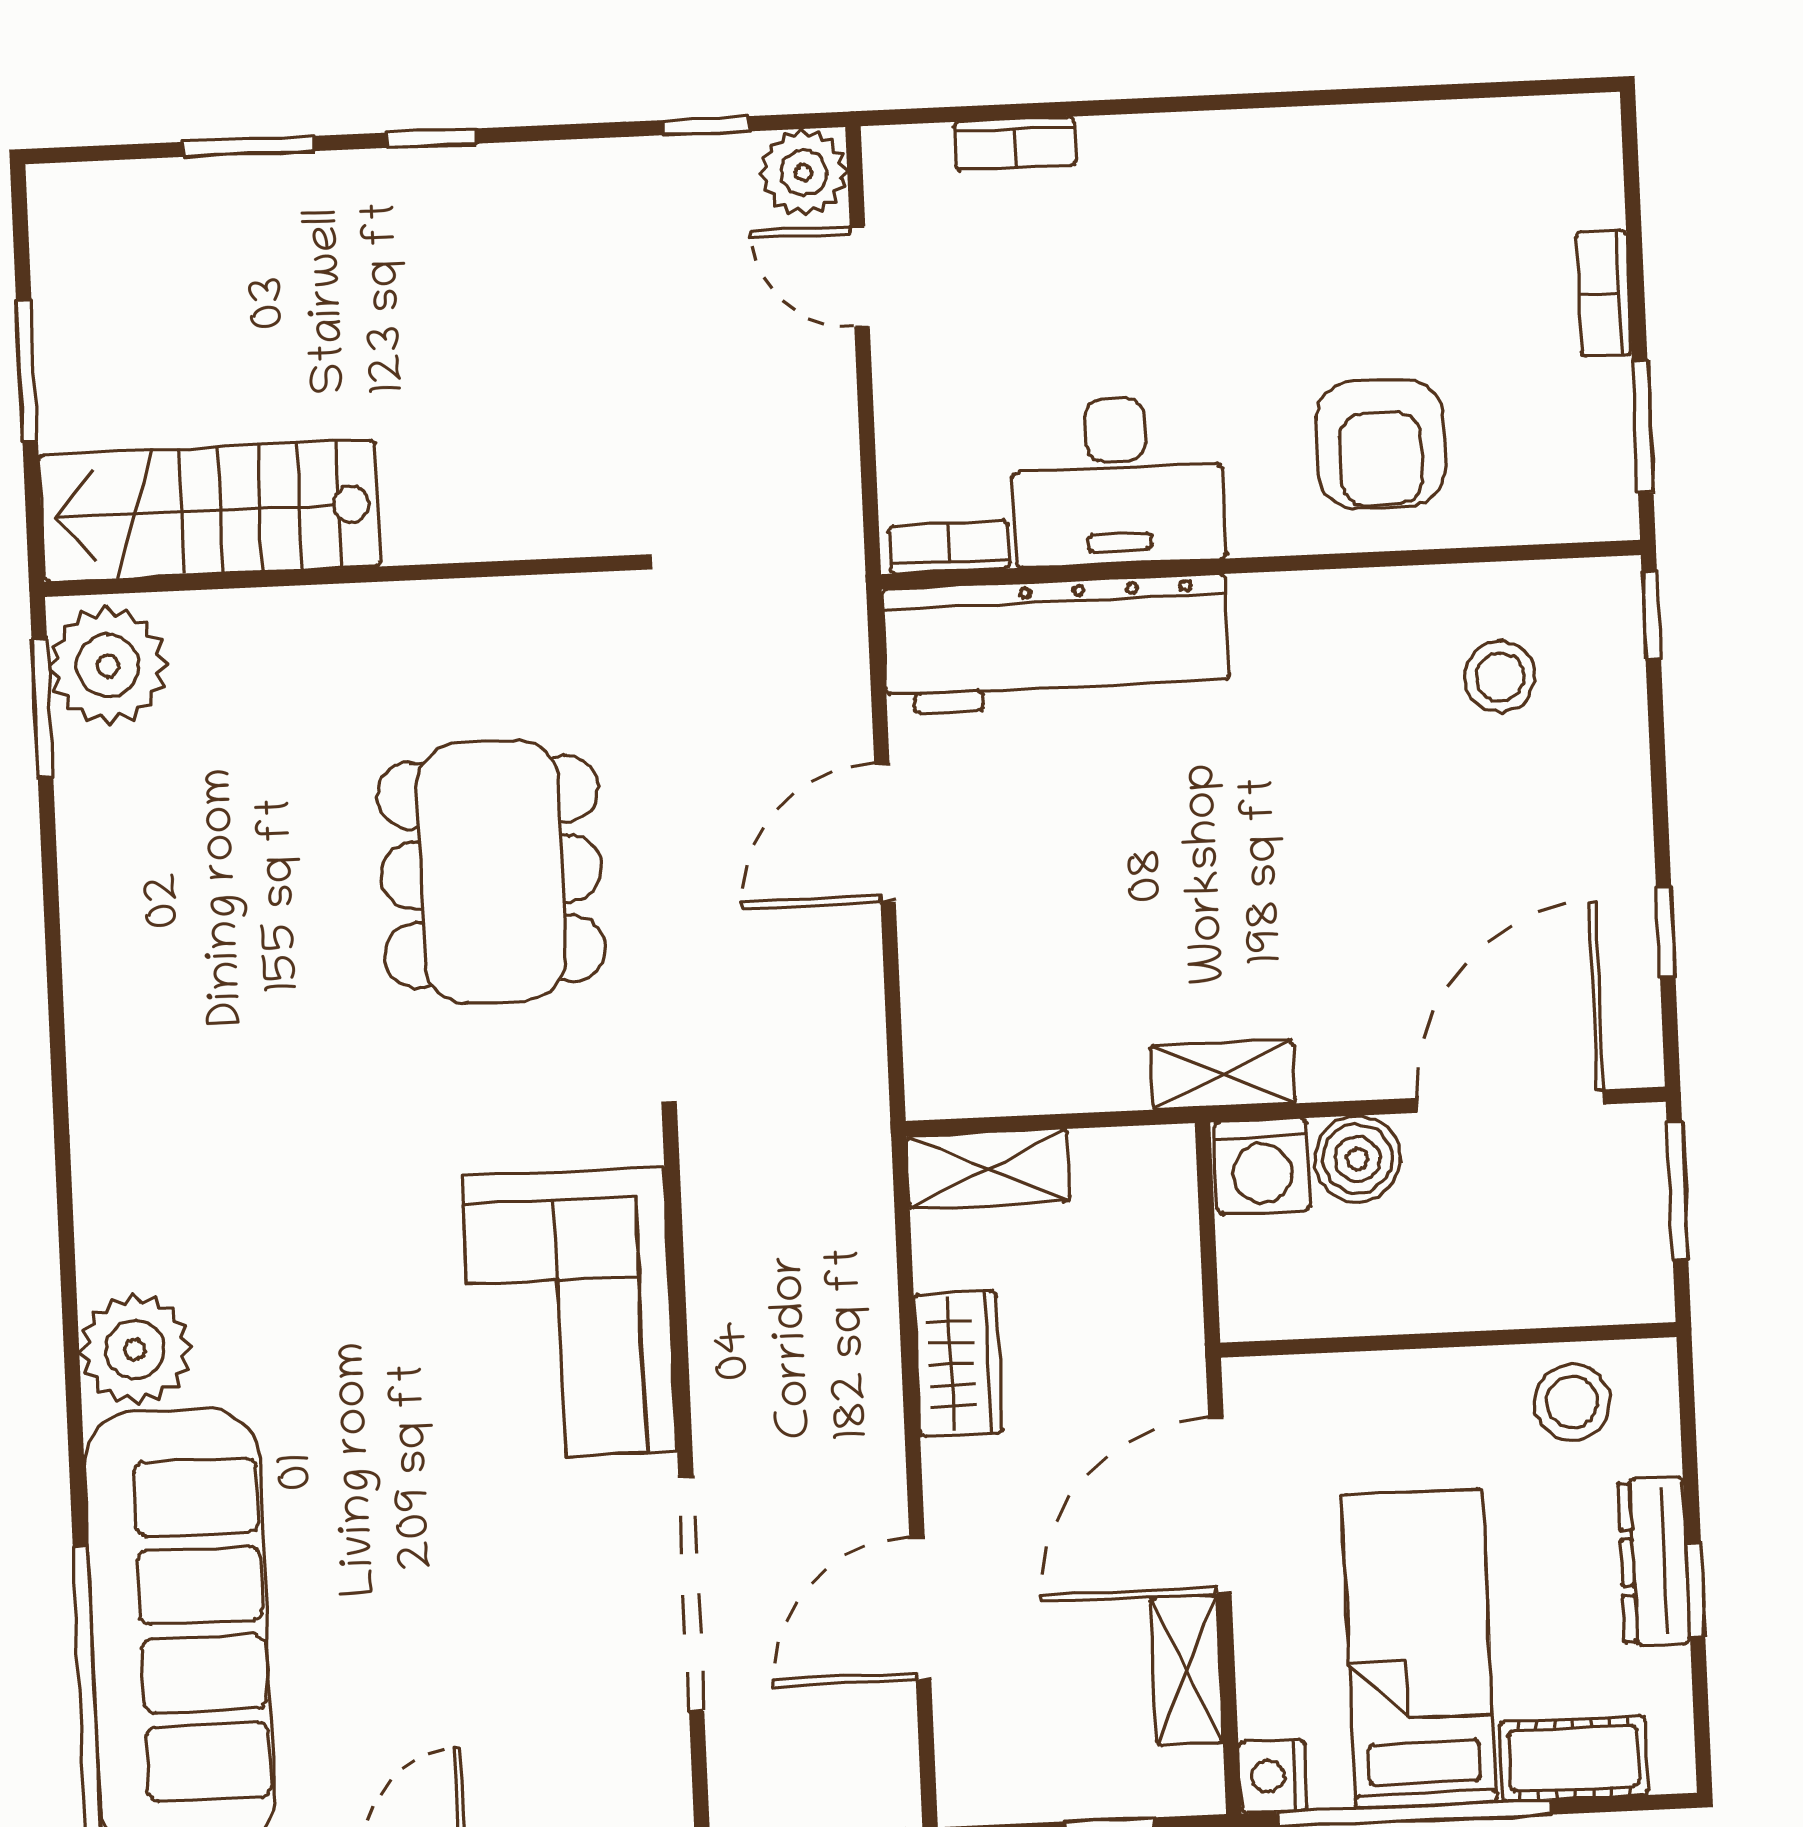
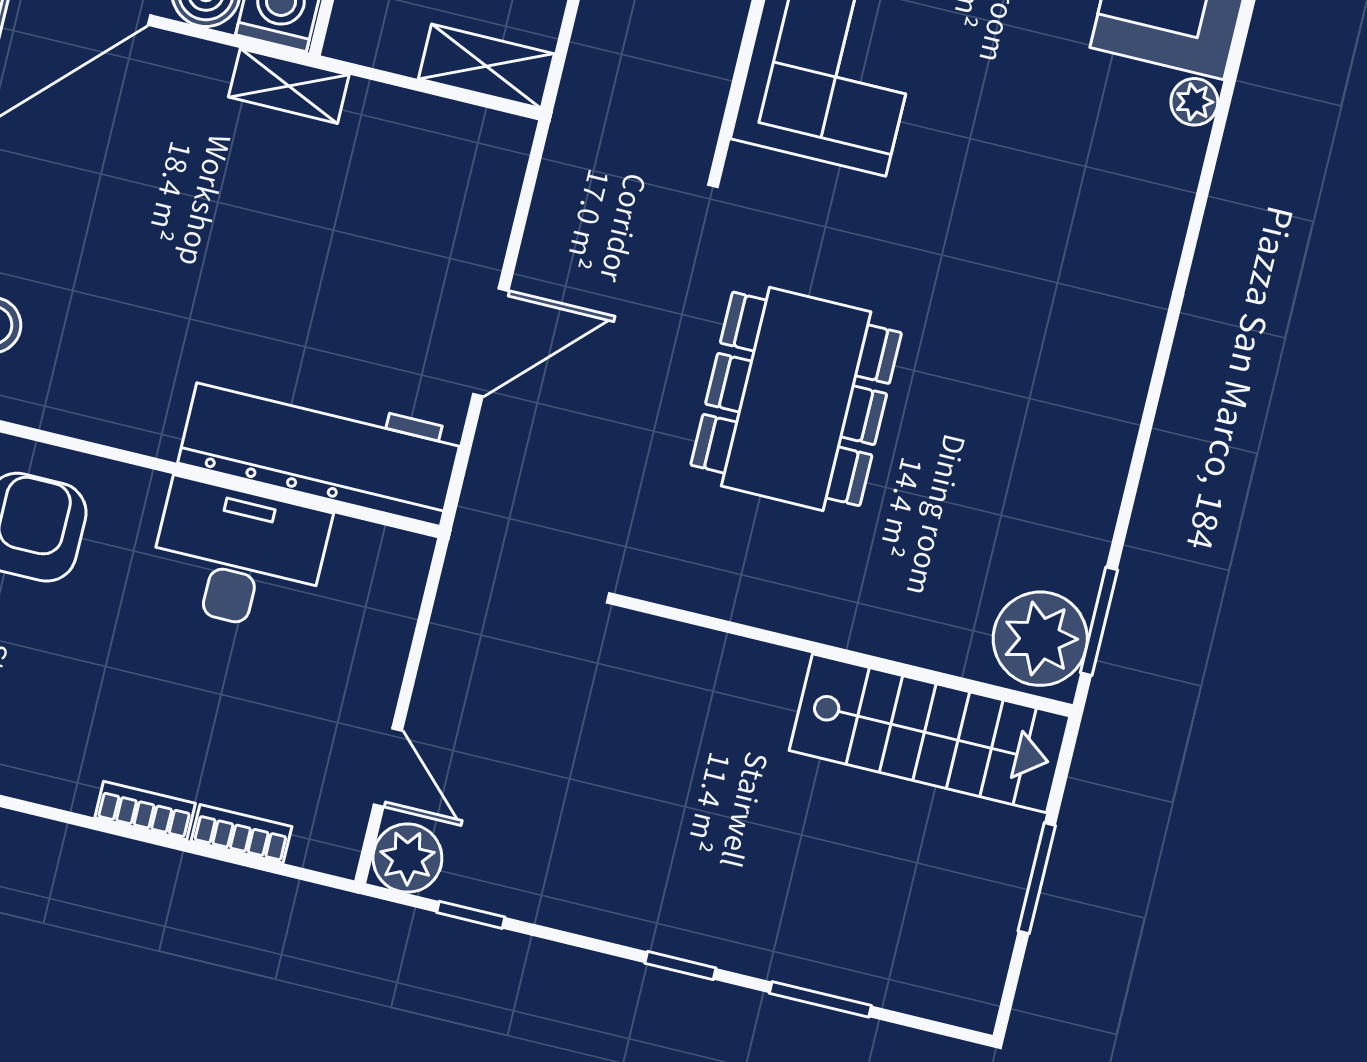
bookcase: (949, 547) -> (145, 810), moved, turned 180
plant: (135, 1349) -> (1194, 102), width x0.53, depth x0.53

